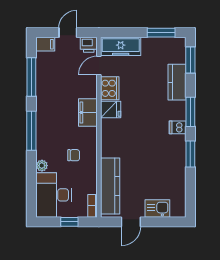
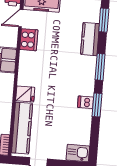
fridge: (111, 110) -> (25, 94), moved
dishwasher: (178, 127) -> (86, 102), moved
kitchen sink: (157, 208) -> (78, 153), moved

